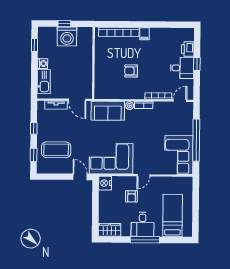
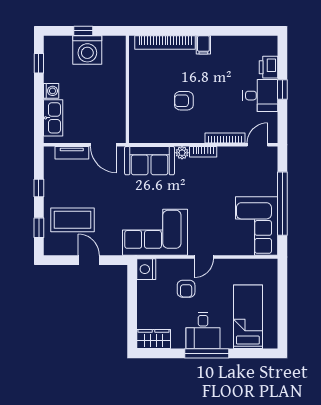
door: (80, 177) -> (89, 260), moved

